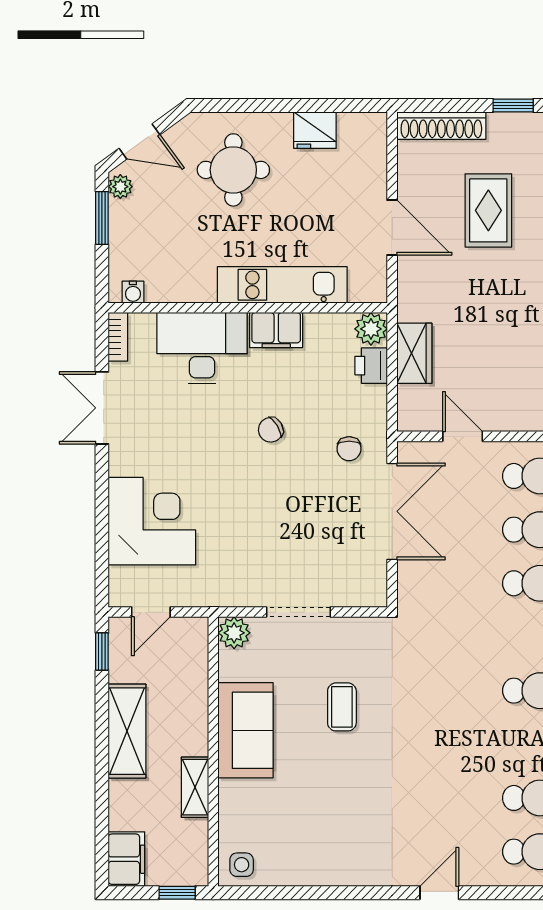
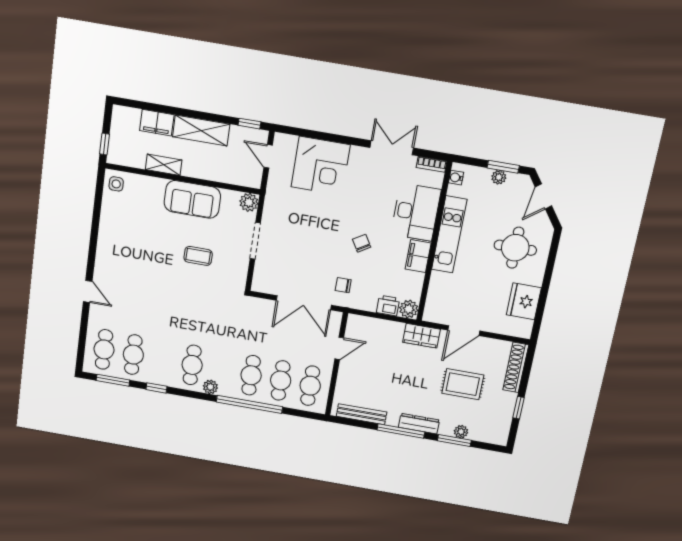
fridge: (315, 130) -> (524, 301), width x1.36, depth x1.34
plant: (120, 187) -> (499, 177), moved
kitchen unit: (282, 285) -> (449, 235), moved
wardrobe: (414, 353) -> (422, 336), moved
filing cabinet: (126, 859) -> (157, 123), moved

